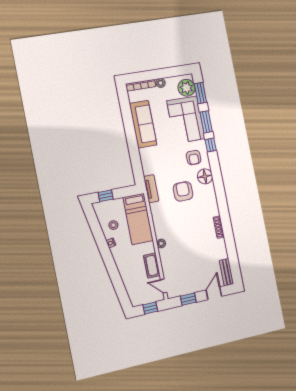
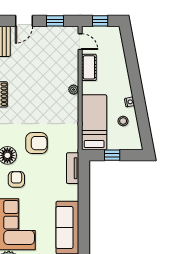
tv unit: (151, 189) -> (73, 168), moved
armchair: (183, 191) -> (37, 143), turned -90
window: (106, 196) -> (112, 155), moved

